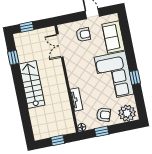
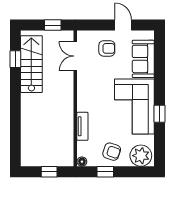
window: (27, 27) -> (53, 25), moved
stairs: (32, 84) -> (31, 64), moved

